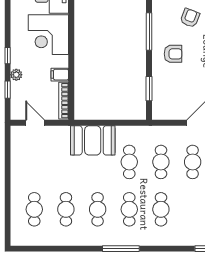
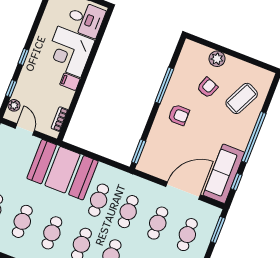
plant: (16, 75) -> (14, 105), moved
filing cabinet: (60, 75) -> (70, 82), moved
window: (149, 89) -> (139, 152), moved
bookcase: (64, 101) -> (60, 119), width x0.64
booth: (93, 140) -> (63, 170), width x1.36, depth x1.42

